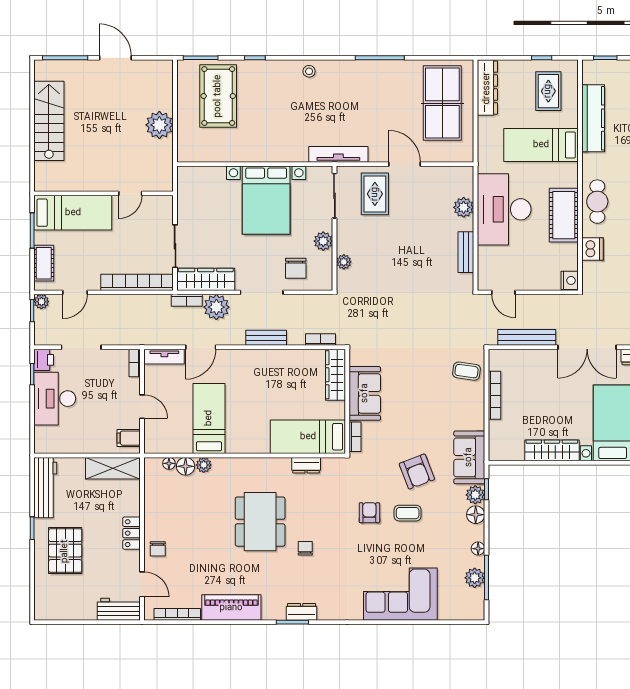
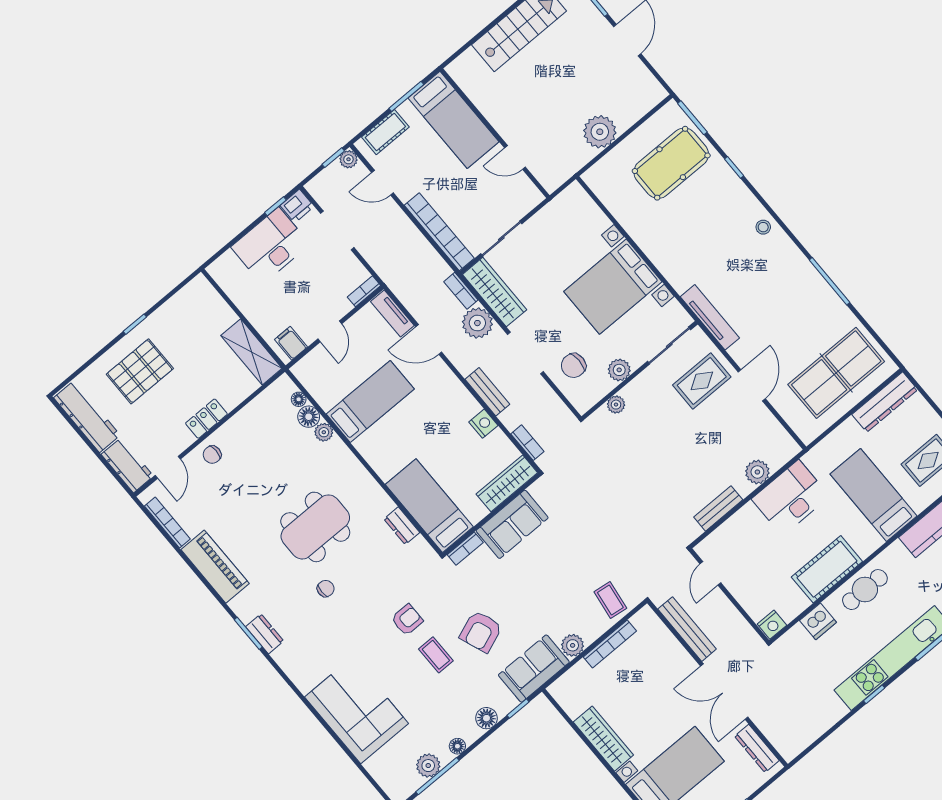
desk: (504, 209) -> (791, 498), width x0.73, depth x0.77
nightstand: (284, 358) -> (483, 424), added
workbench: (45, 488) -> (87, 417), moved, turned -90
plant: (475, 495) -> (573, 645), moved

